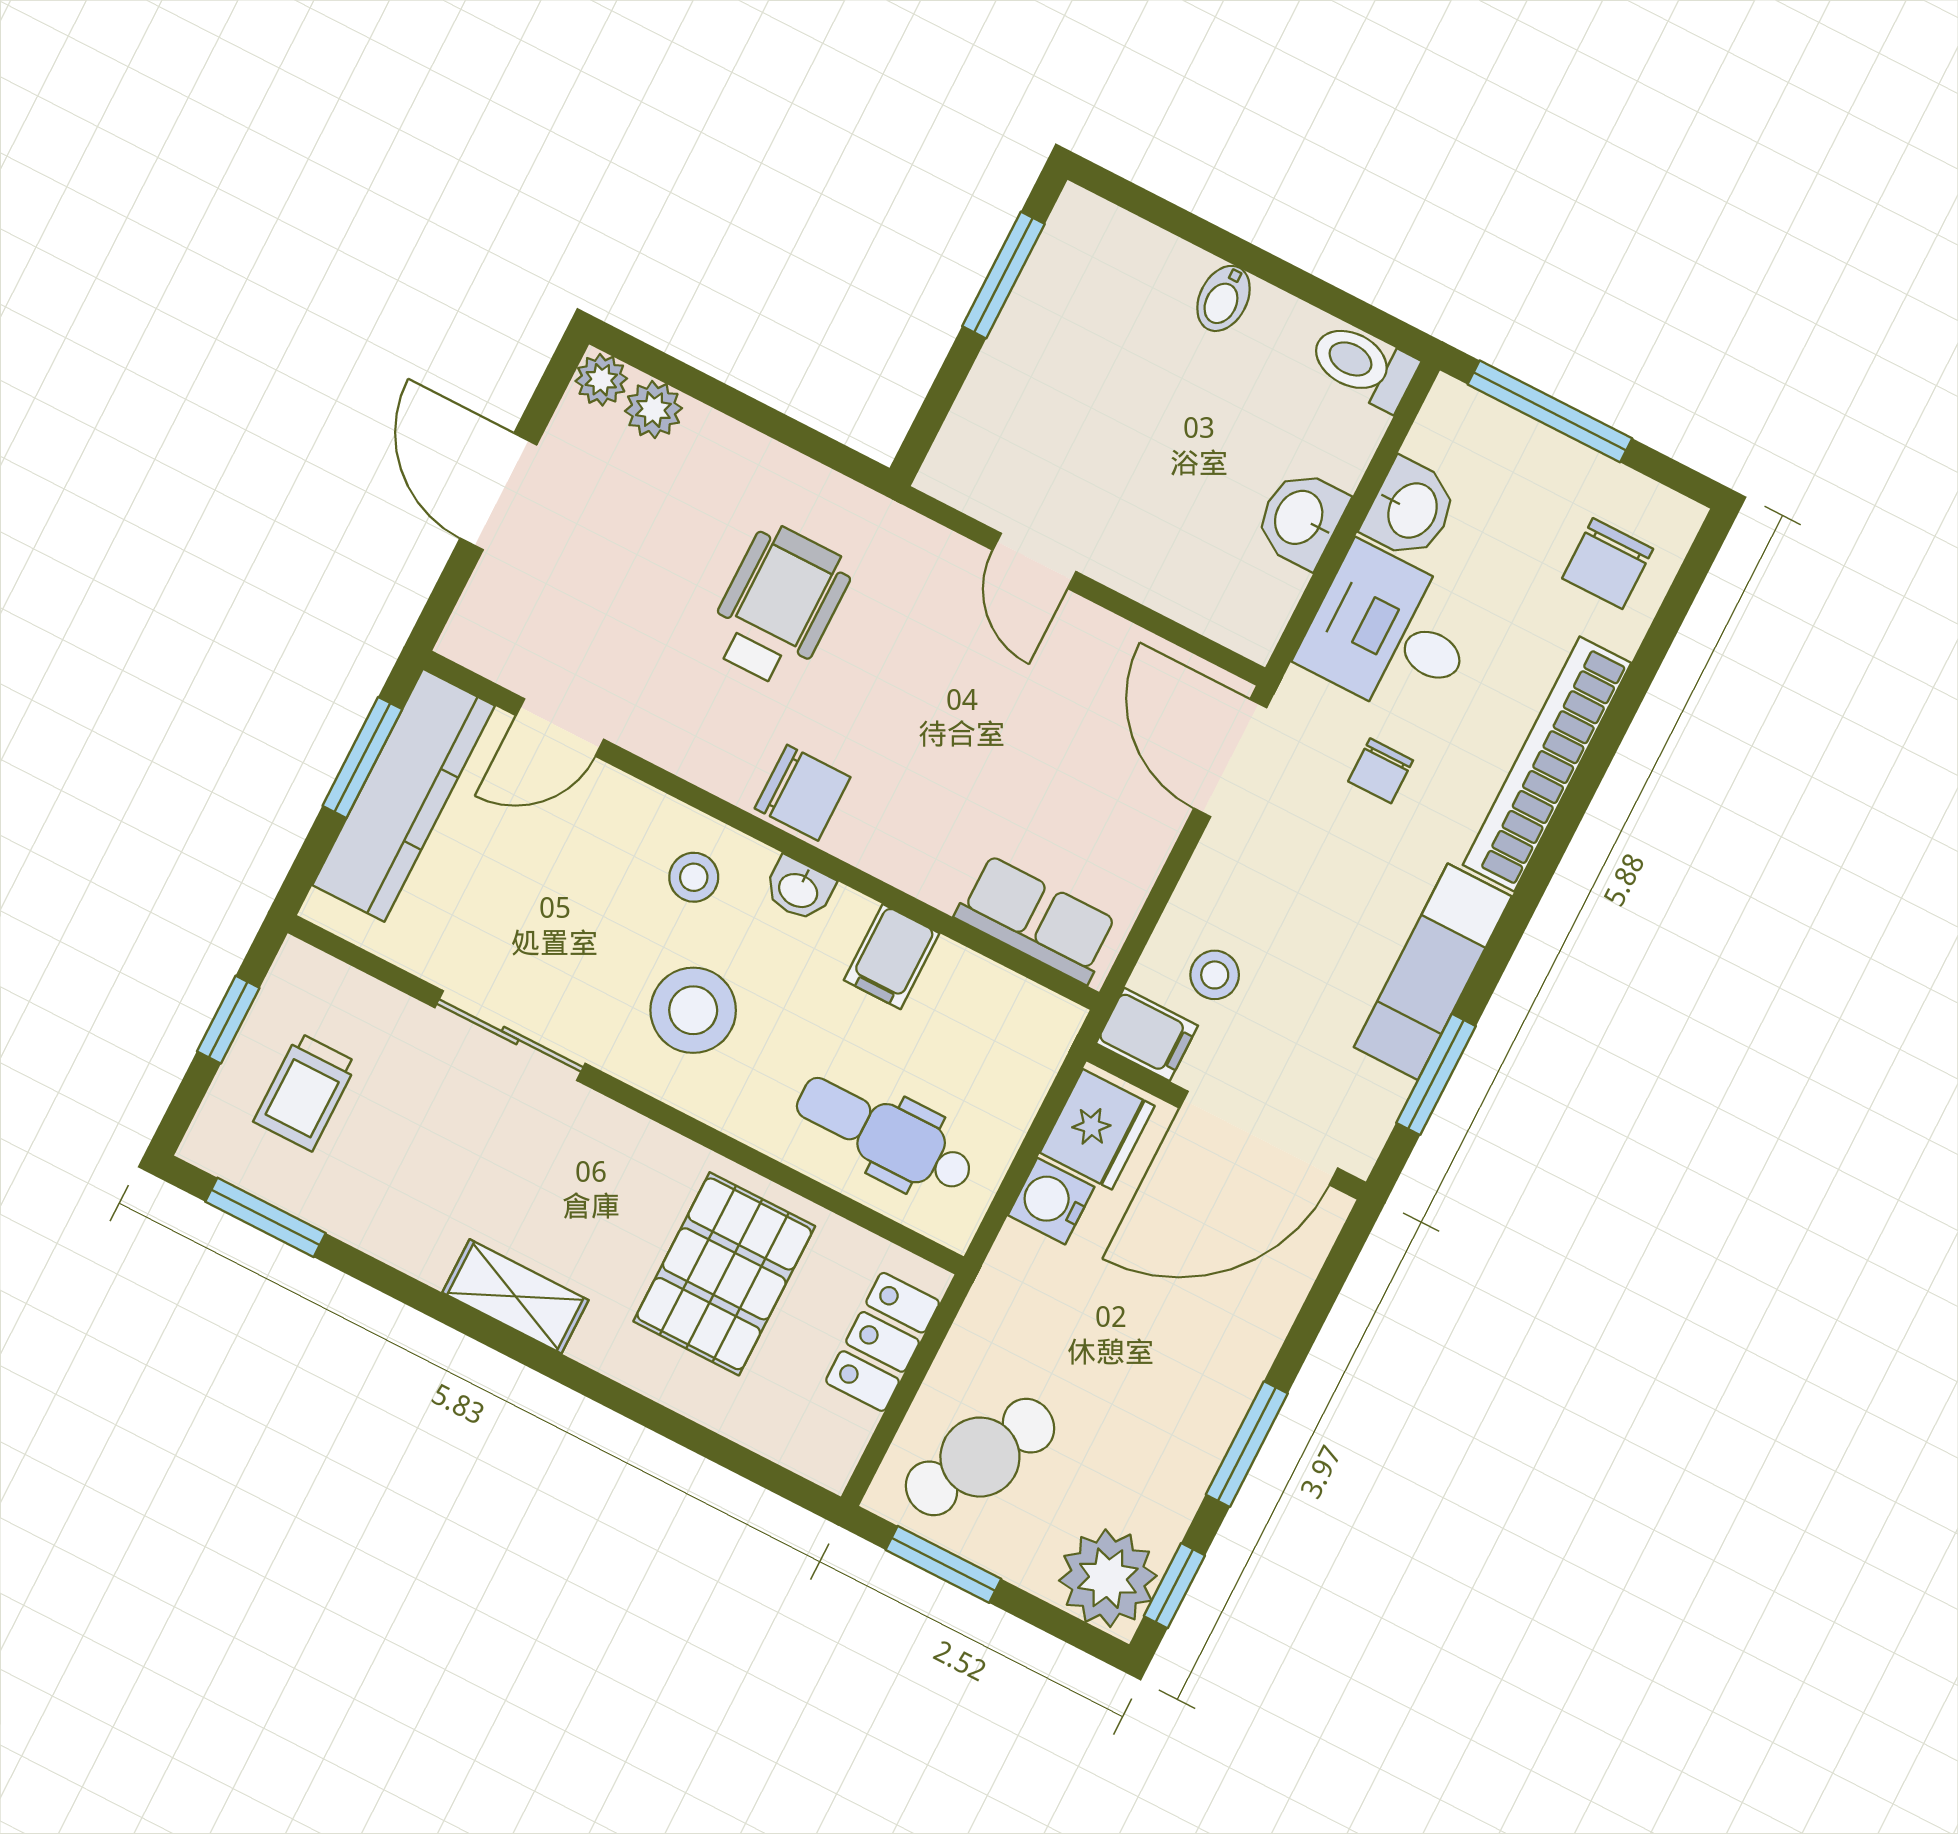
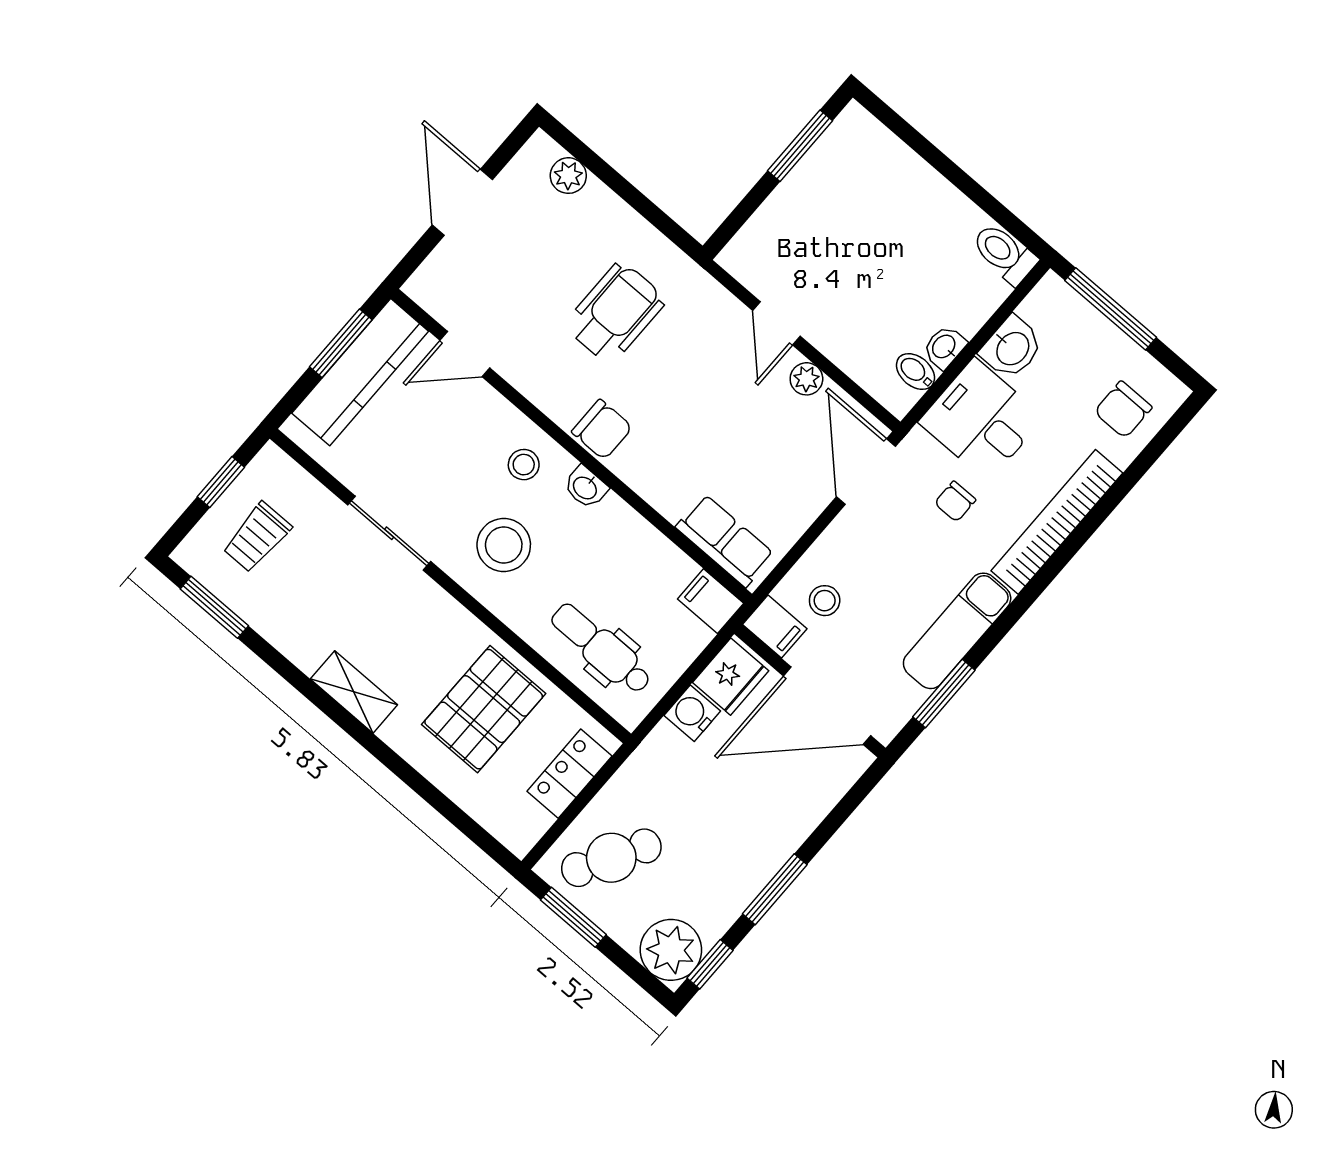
bidet: (1223, 298) -> (916, 372), moved, turned 90
plant: (601, 380) -> (806, 379), moved
washbasin: (1301, 518) -> (944, 347), width x0.72, depth x0.69
filing cabinet: (892, 957) -> (711, 601), moved, turned 90

